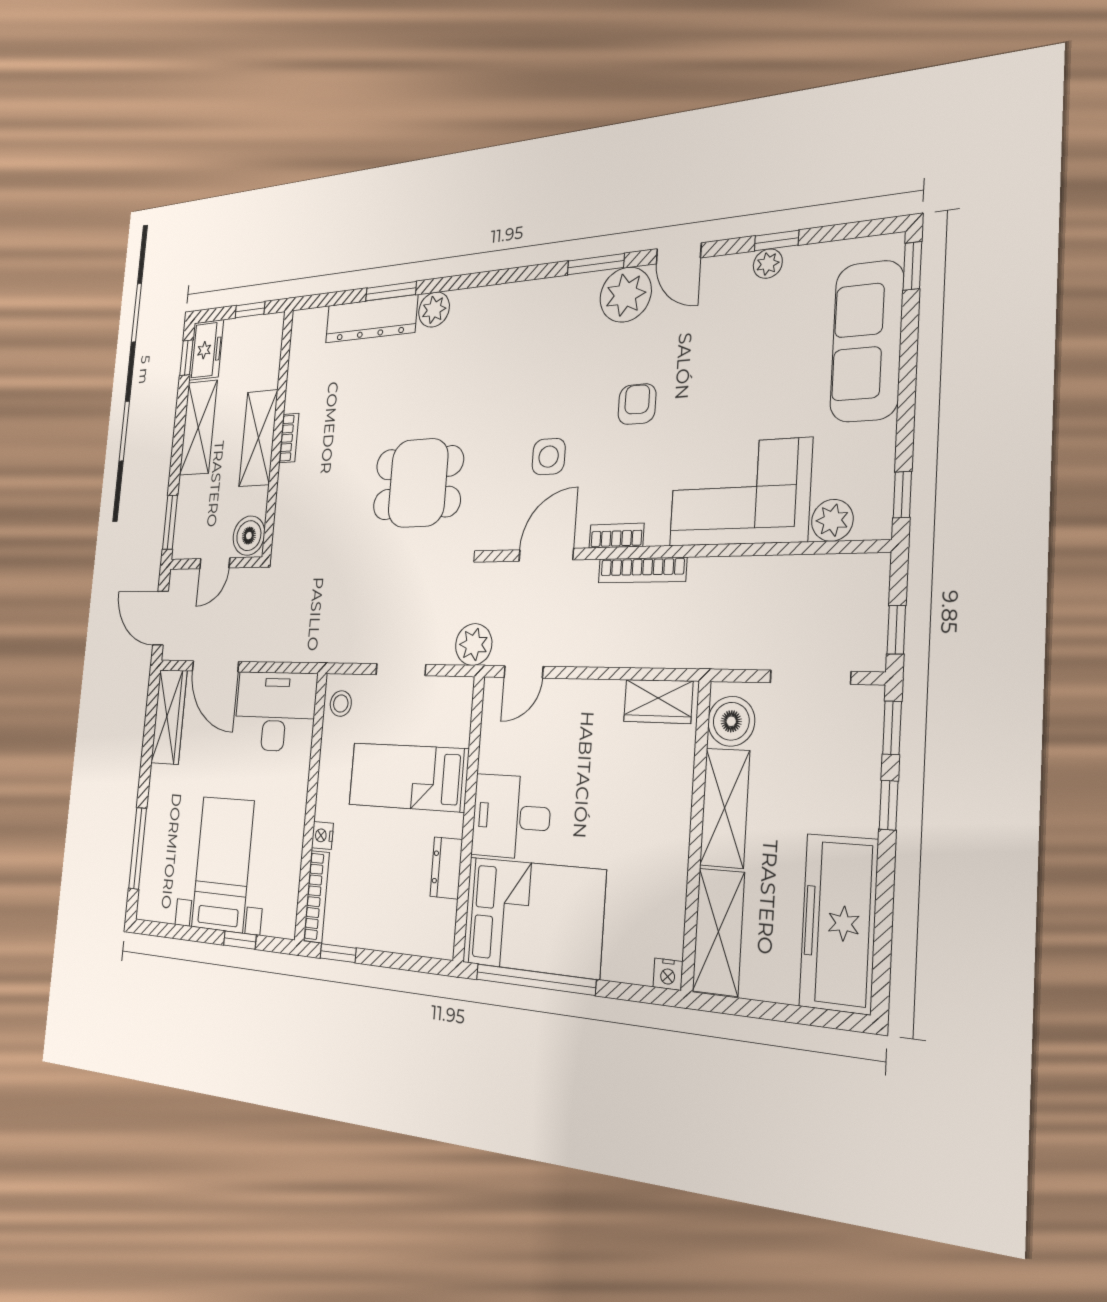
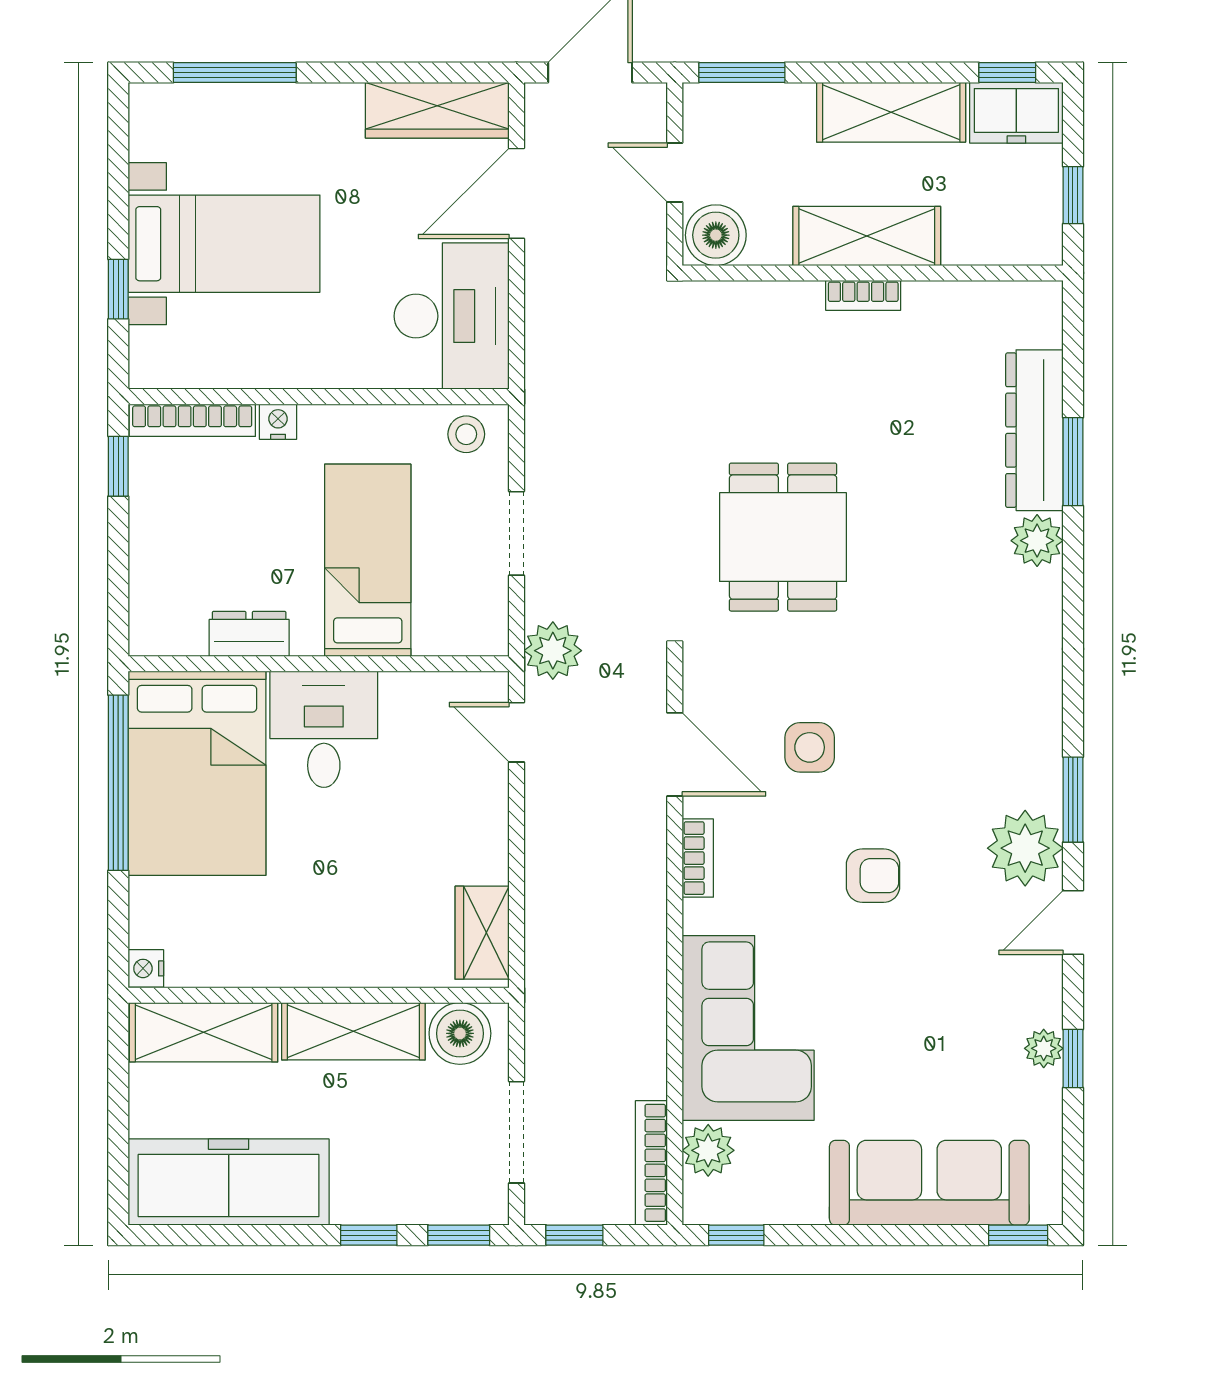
bookcase: (642, 570) -> (651, 1163), moved

